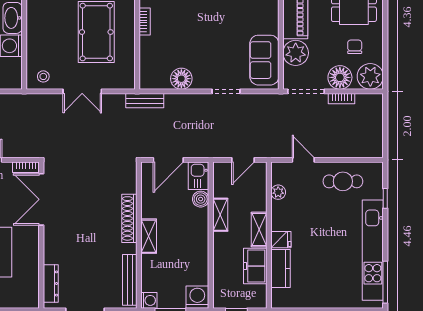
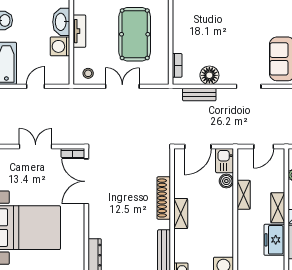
bookcase: (145, 22) -> (177, 65), moved
tv unit: (33, 28) -> (79, 31), added
double door: (82, 91) -> (122, 86), swing flipped
bench: (145, 101) -> (199, 95), moved

